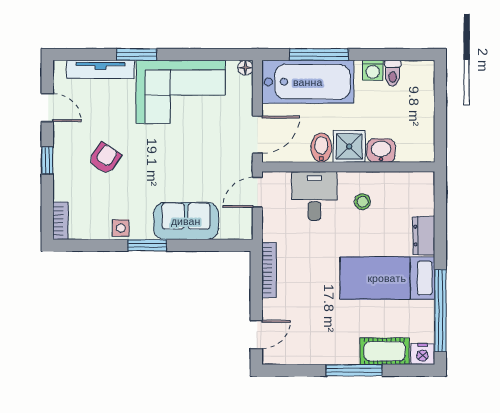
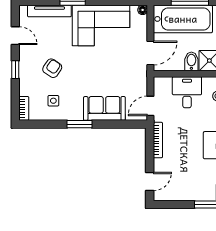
door: (257, 192) -> (150, 106), moved
side table: (121, 228) -> (53, 101), moved

